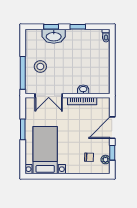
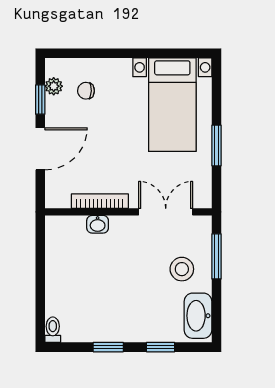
washbasin: (54, 36) -> (198, 316), moved, turned -90
window: (23, 73) -> (217, 256), width x0.69

